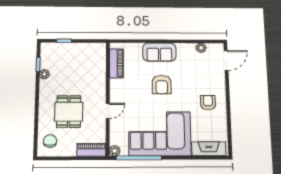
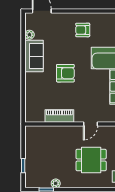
sofa: (159, 52) -> (34, 56), moved
piano: (116, 63) -> (59, 116), moved
door: (108, 111) -> (91, 124), swing flipped

